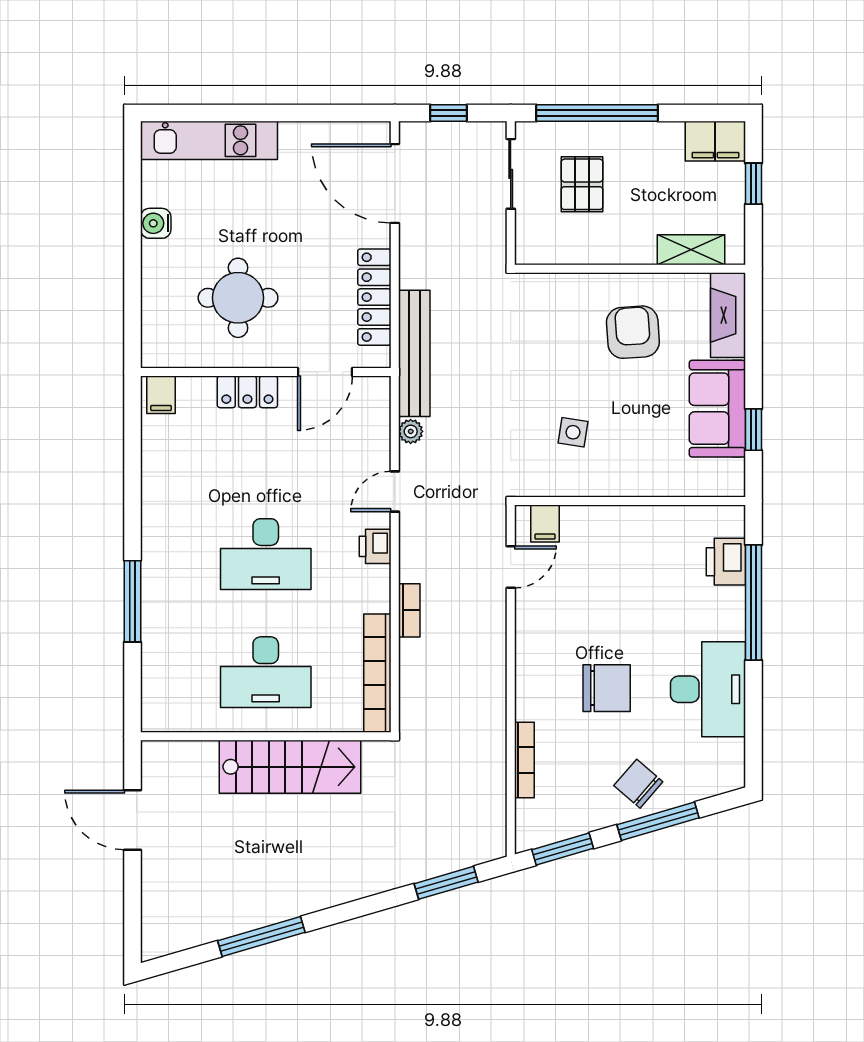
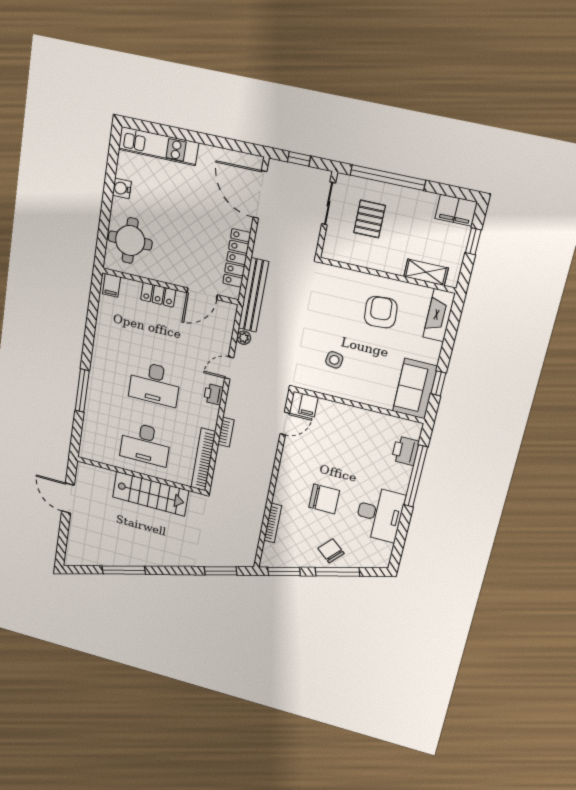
round table: (238, 298) -> (130, 241), moved
sofa: (717, 409) -> (415, 389), moved

